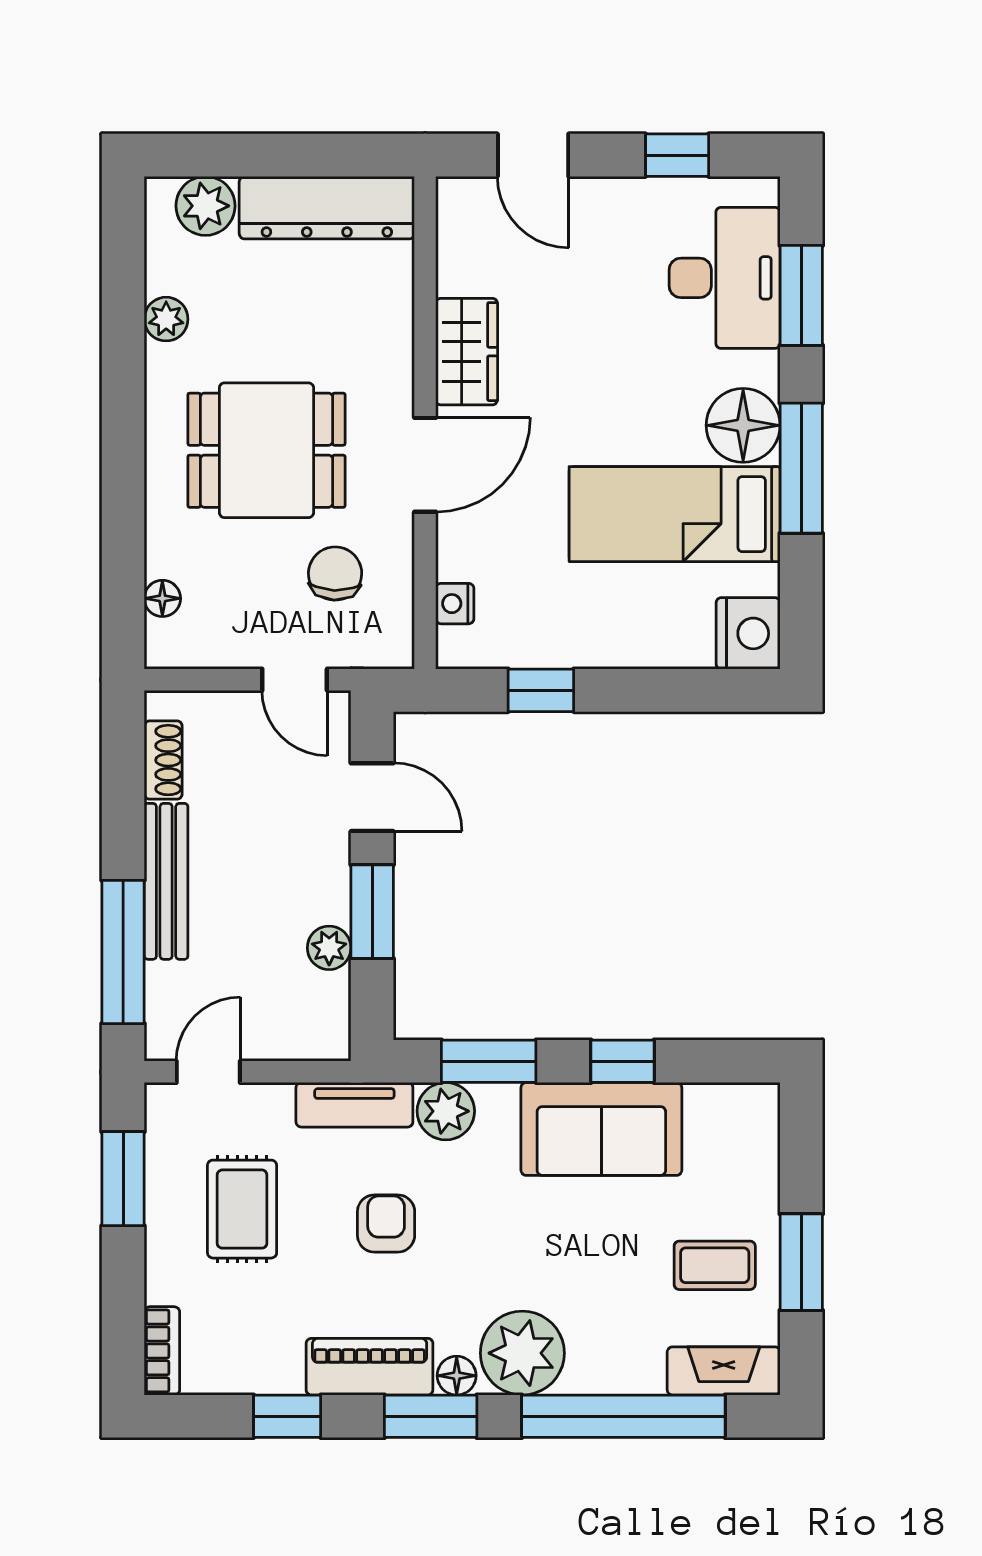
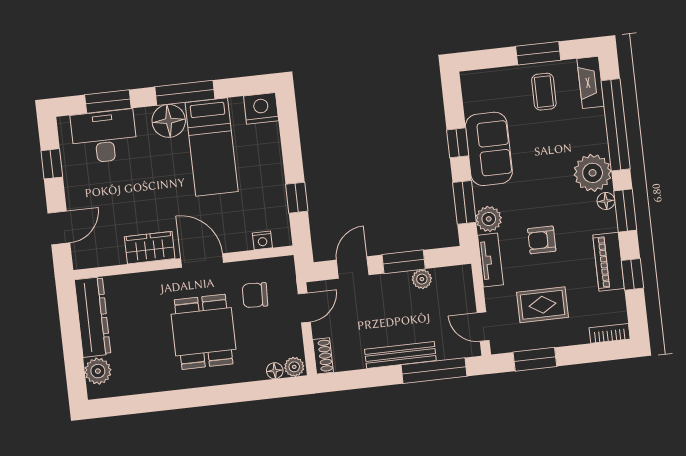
plant: (166, 319) -> (294, 367), moved
shoe rack: (163, 760) -> (323, 356), moved, turned 90
piano: (370, 1367) -> (609, 262), moved

